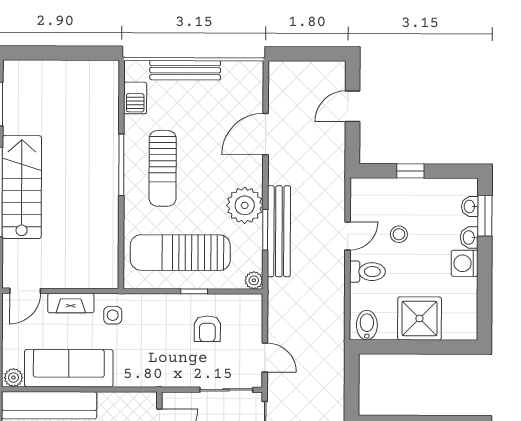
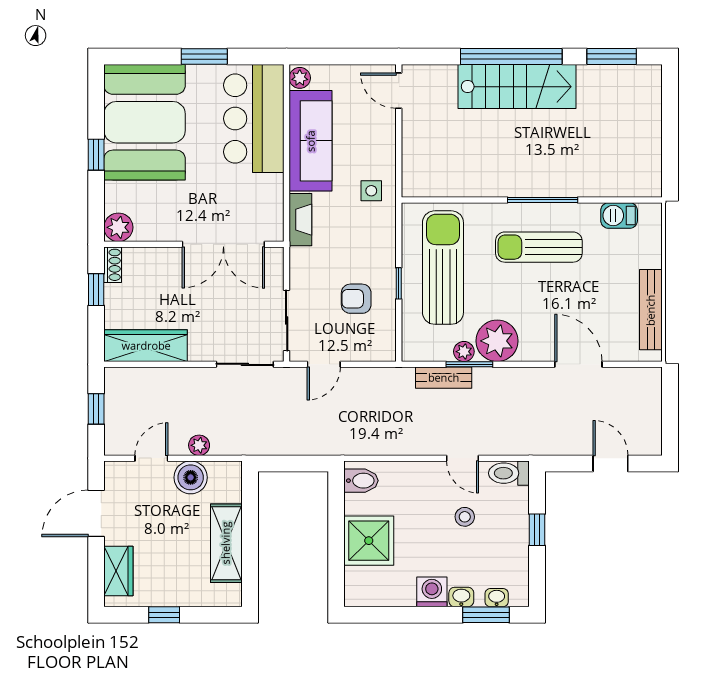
bench: (185, 70) -> (651, 310), moved
bench: (279, 231) -> (444, 378), width x0.54, depth x0.82
toilet: (367, 272) -> (509, 473), moved, turned 90
plant: (254, 280) -> (464, 352), moved
fireplace: (71, 303) -> (300, 220), moved, turned 180

